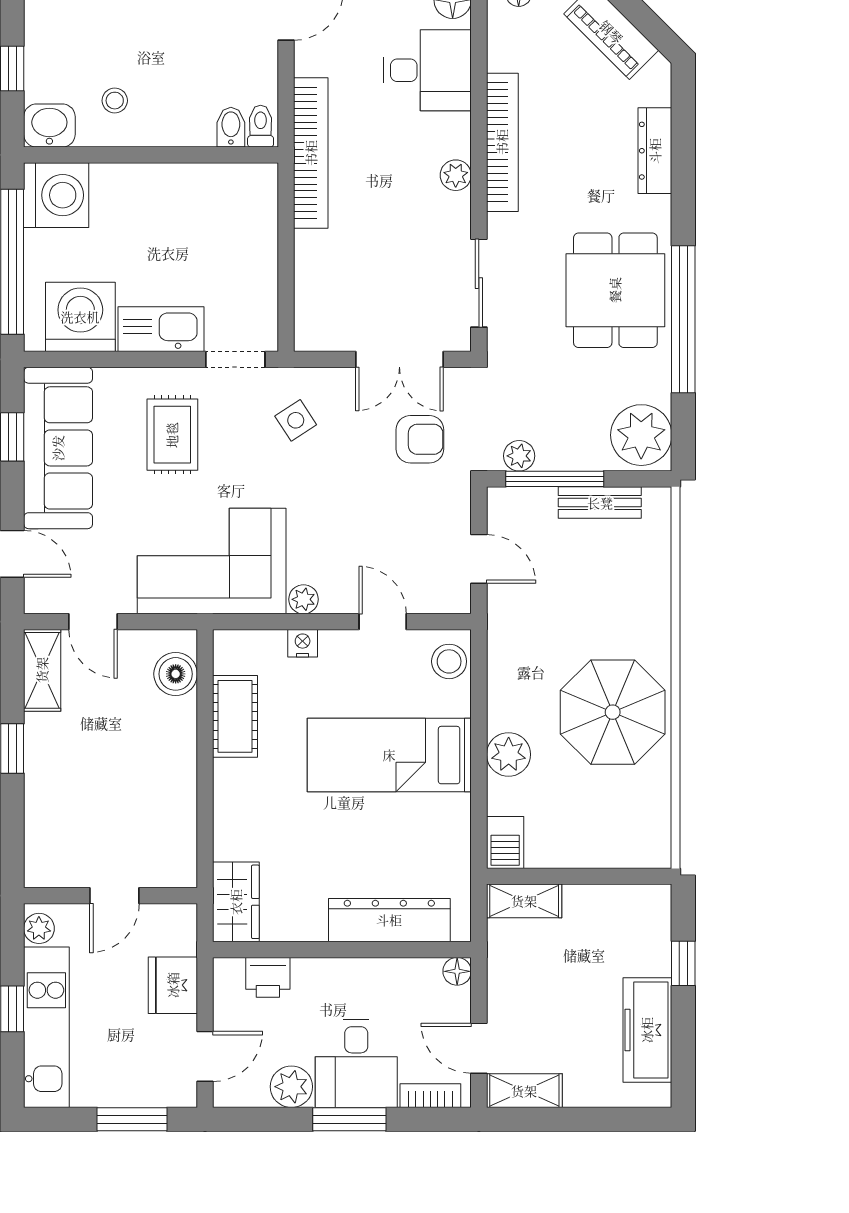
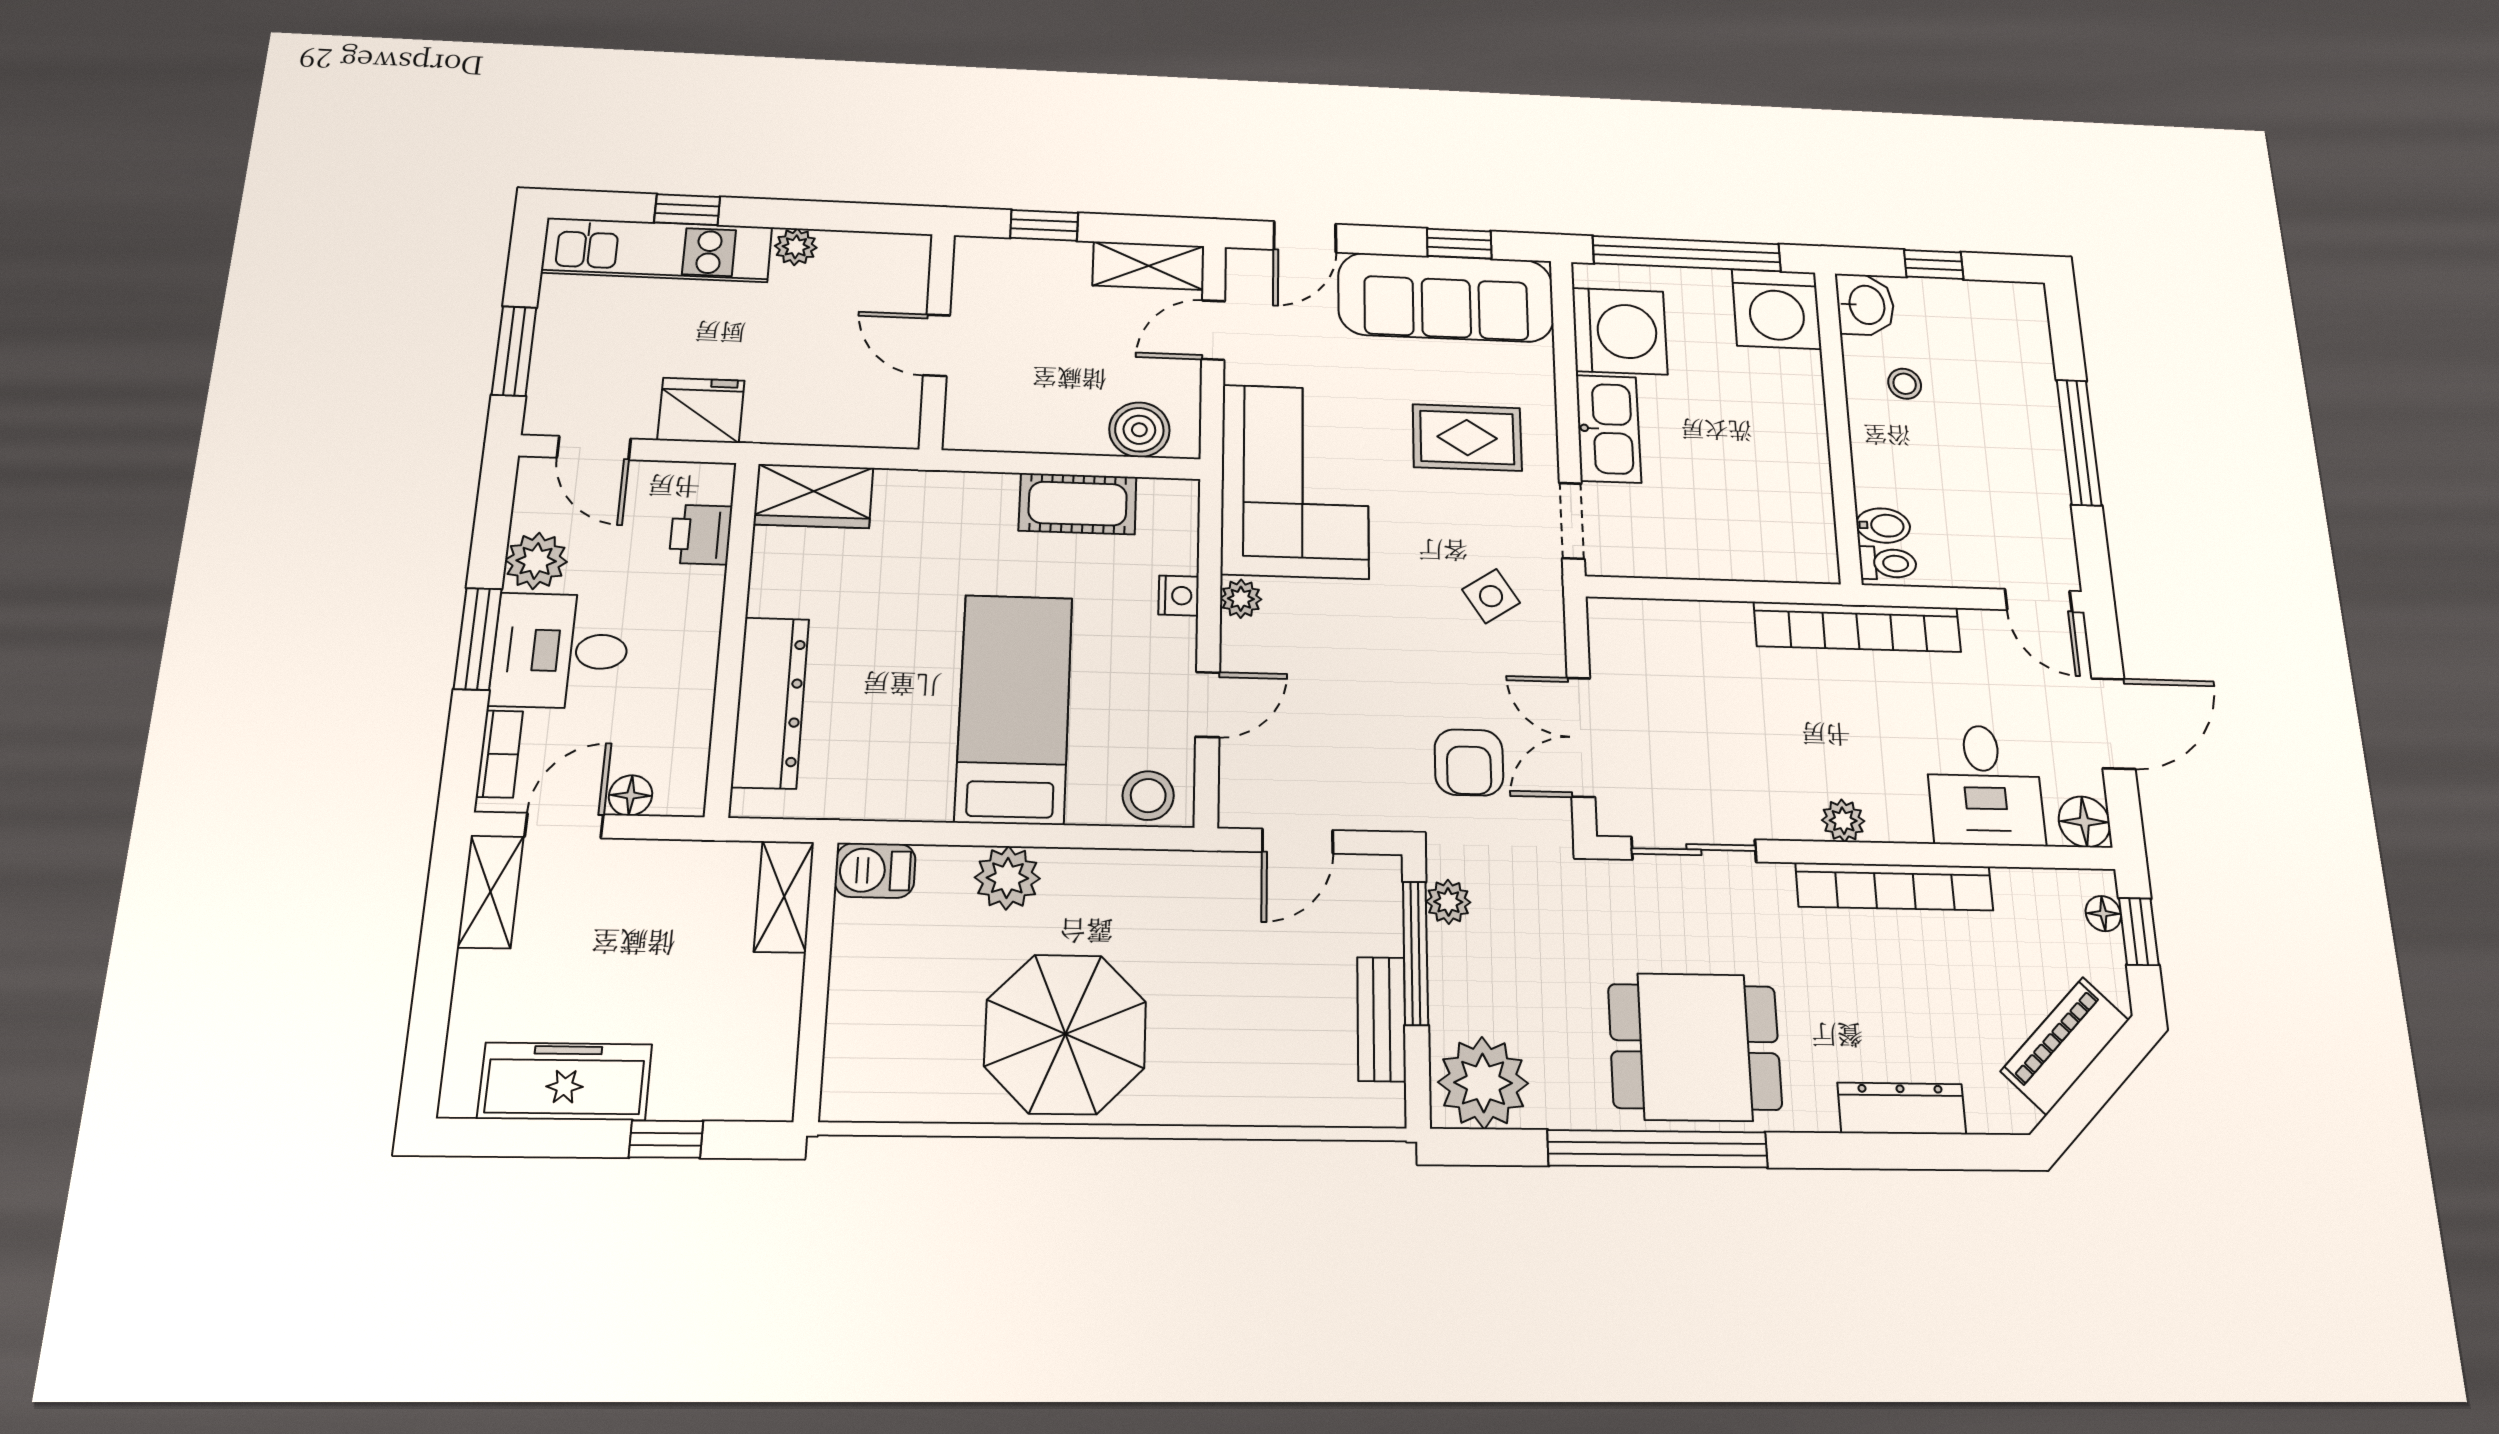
wall: (111, 896) -> (937, 340), moved
door: (114, 896) -> (937, 345), moved
floor lamp: (457, 971) -> (631, 795), moved

